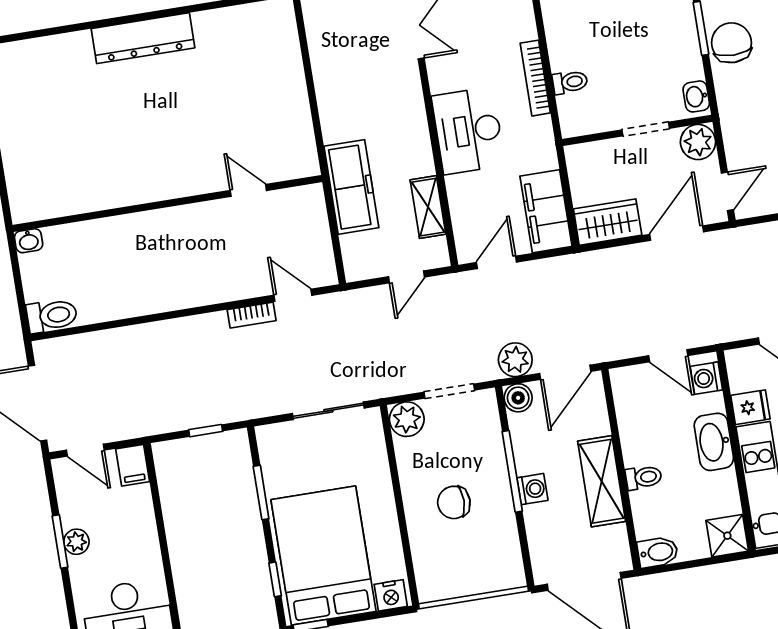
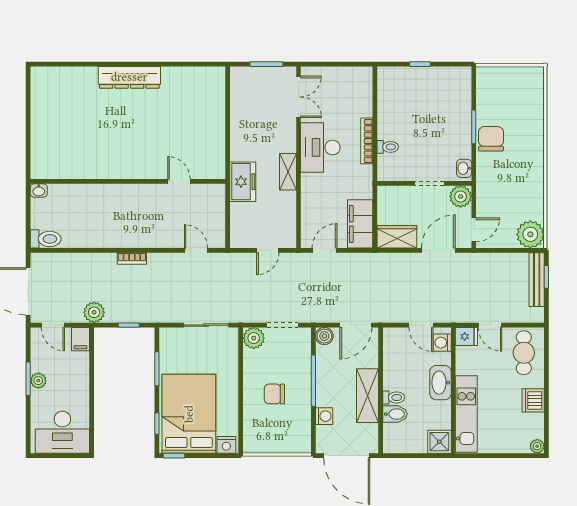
desk: (468, 131) -> (320, 147), moved
freezer: (351, 187) -> (243, 182), width x0.71
shelving: (428, 207) -> (288, 172), moved
bookcase: (252, 315) -> (132, 259), moved
plant: (515, 360) -> (94, 312), moved
fridge: (750, 407) -> (466, 336), moved
washing machine: (532, 489) -> (324, 416), moved
bidet: (658, 552) -> (395, 414), moved

